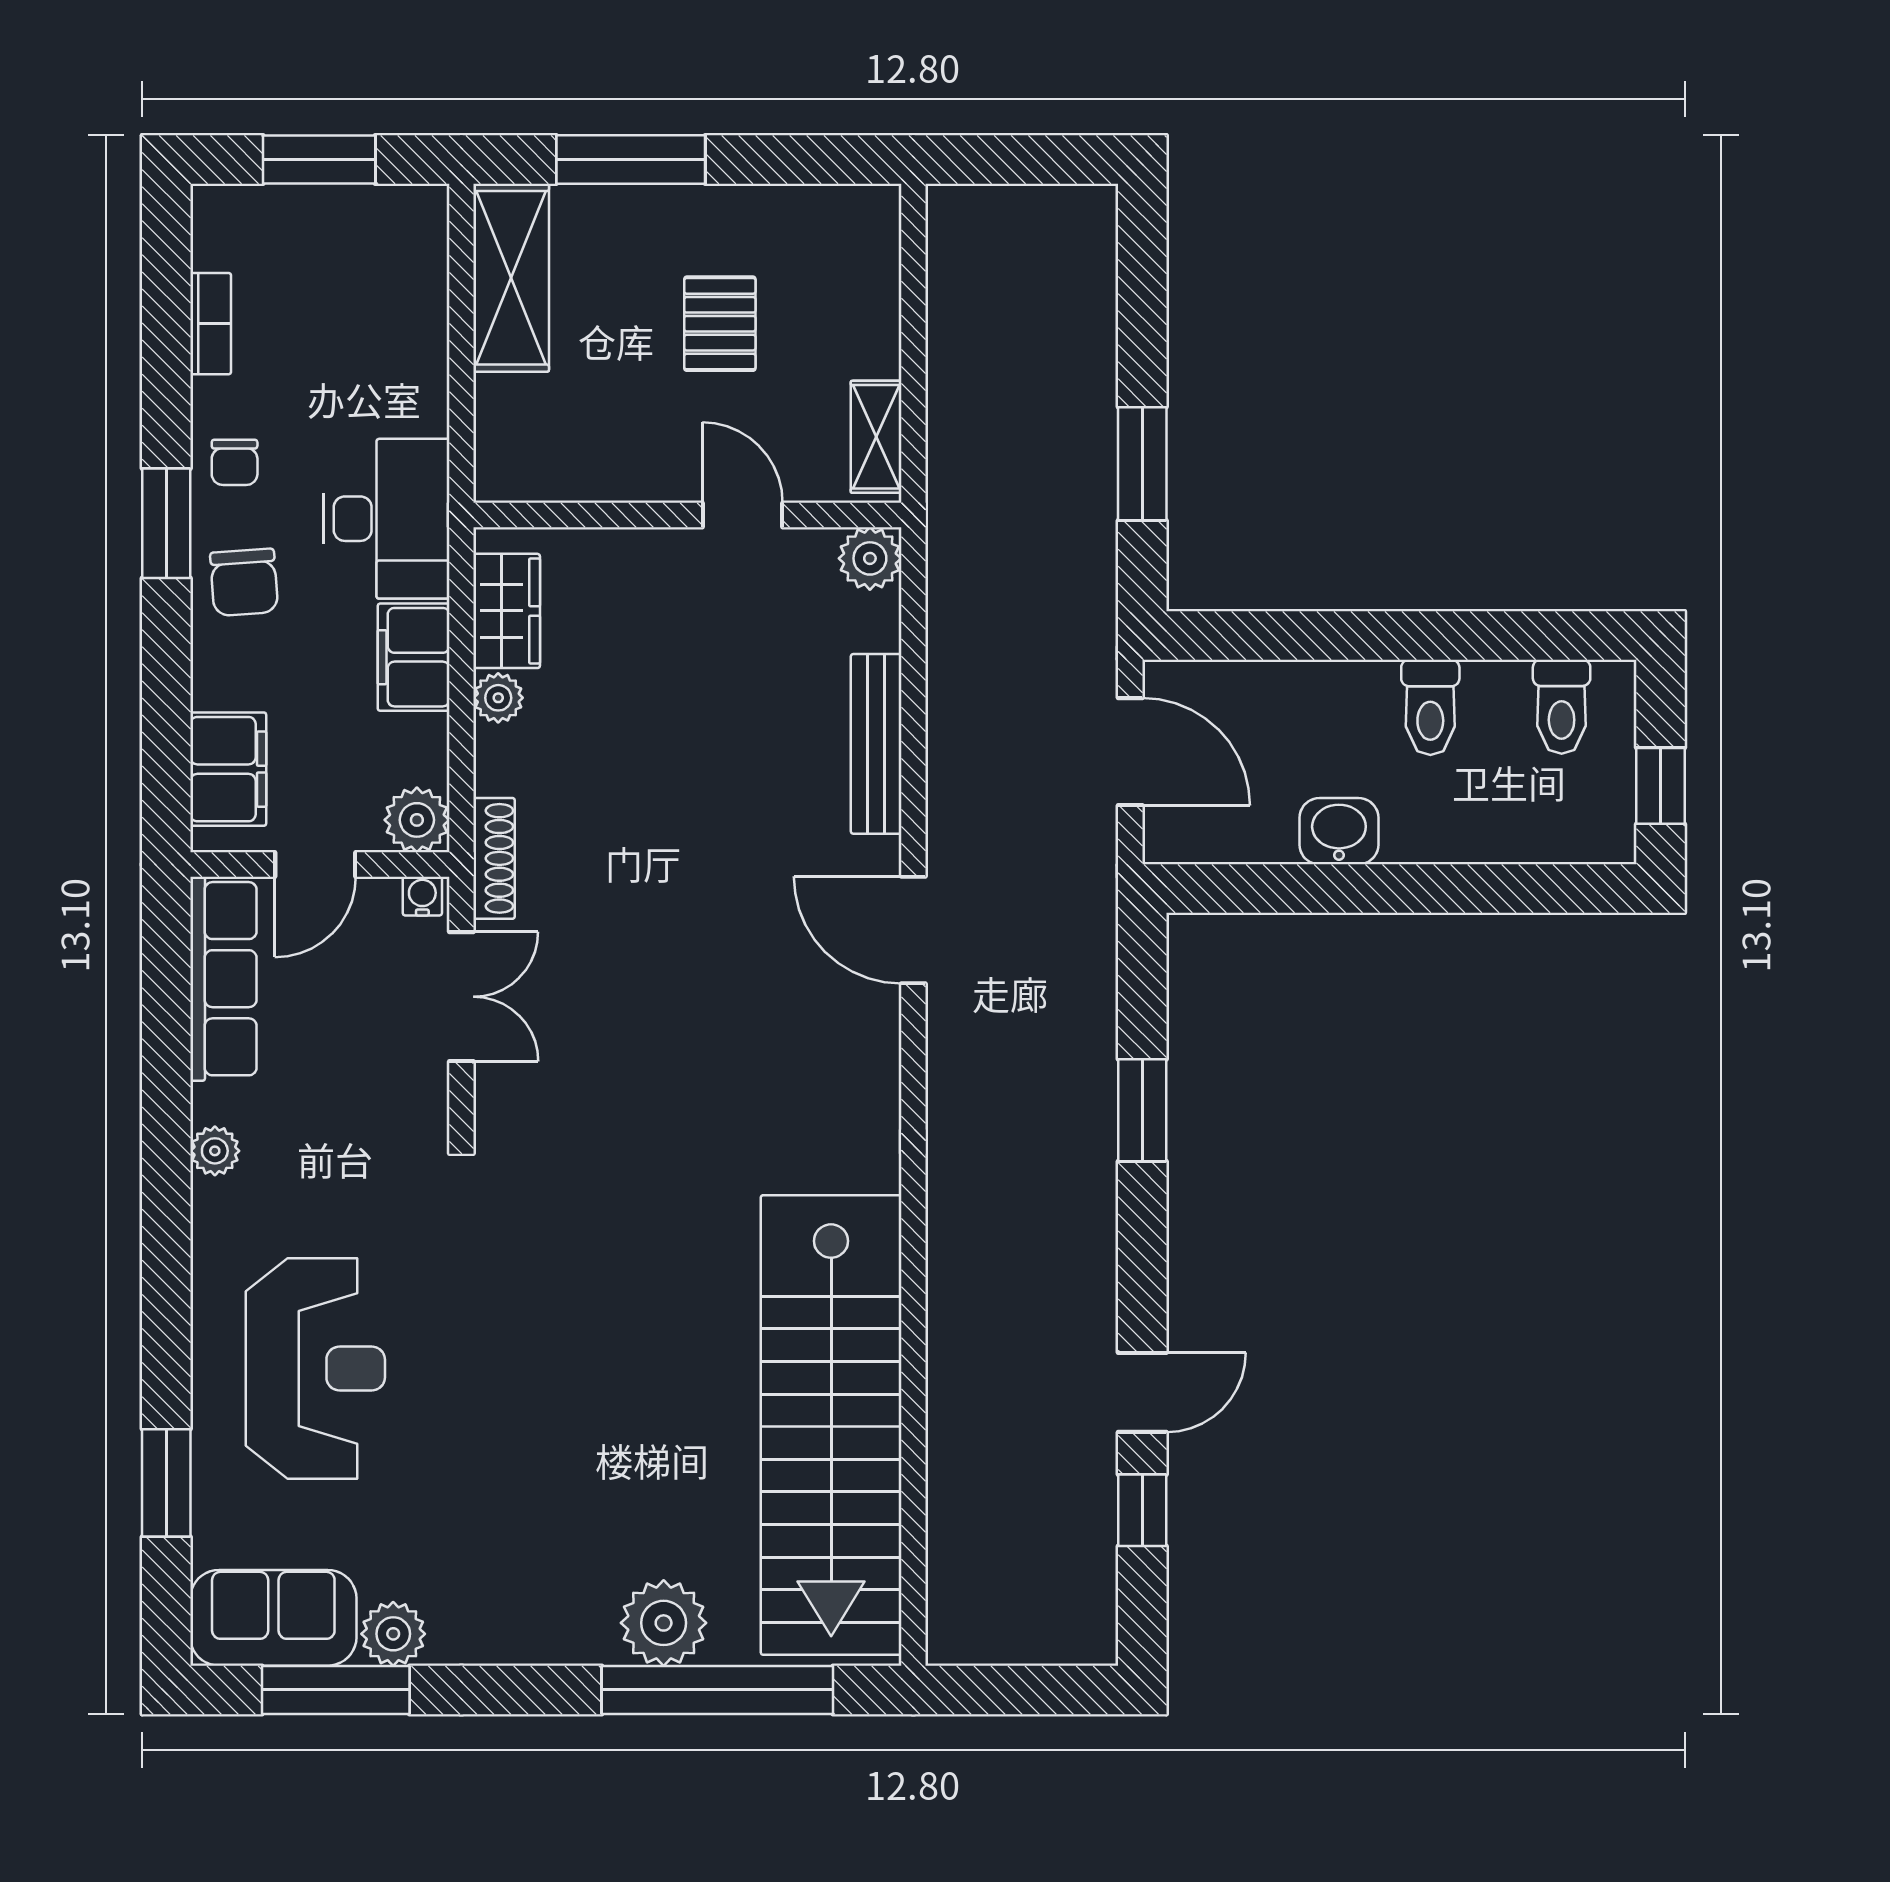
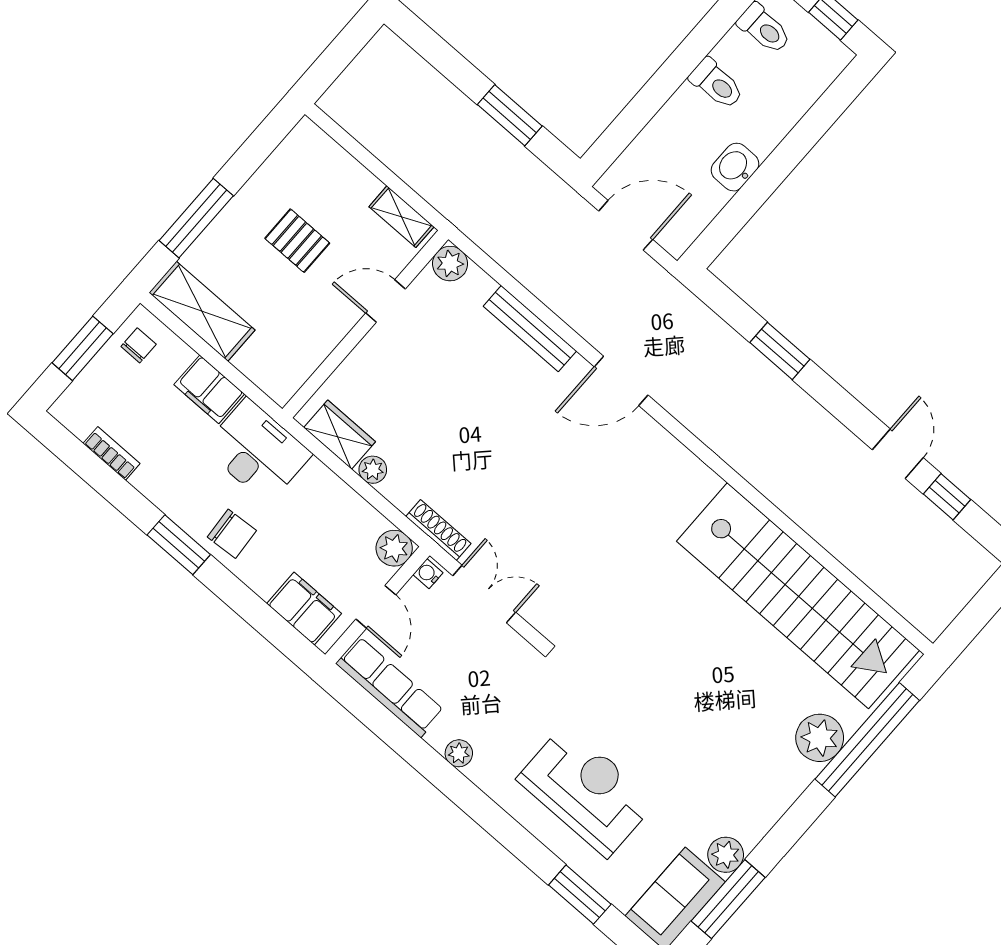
chair: (235, 462) -> (139, 345), moved, turned -90
filing cabinet: (414, 657) -> (209, 389), moved

